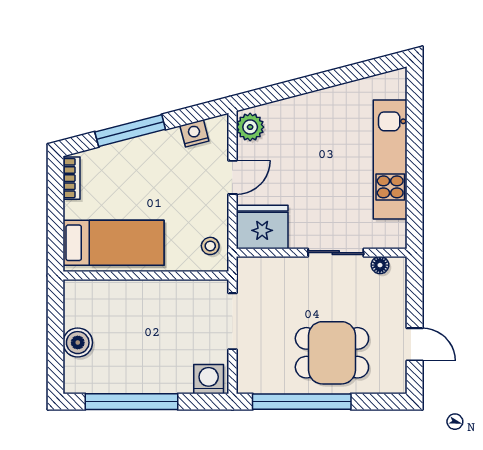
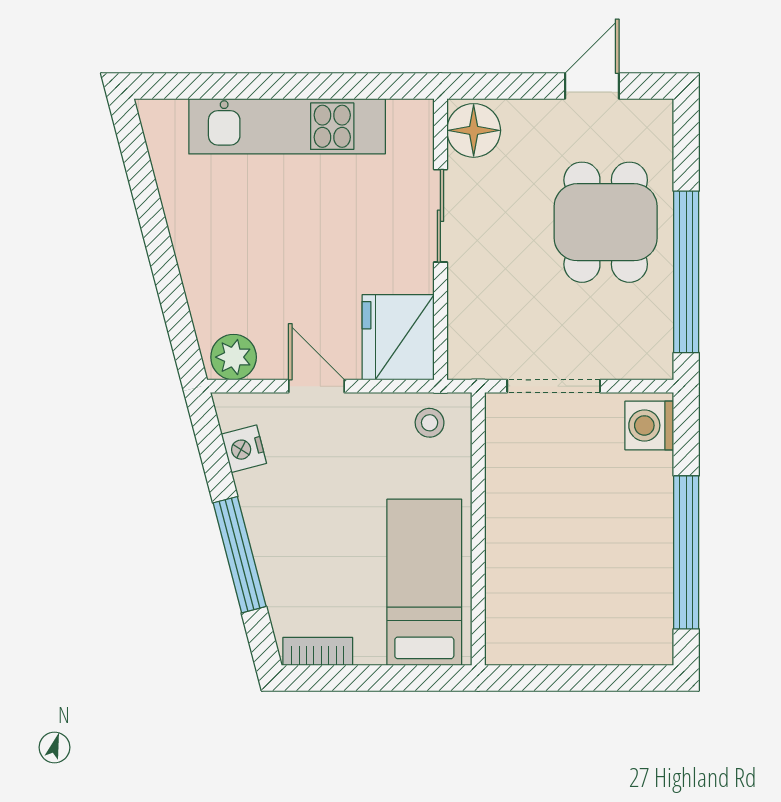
floor lamp: (380, 265) -> (474, 130), width x1.89, depth x1.89
boiler: (78, 343) -> (589, 641), removed

